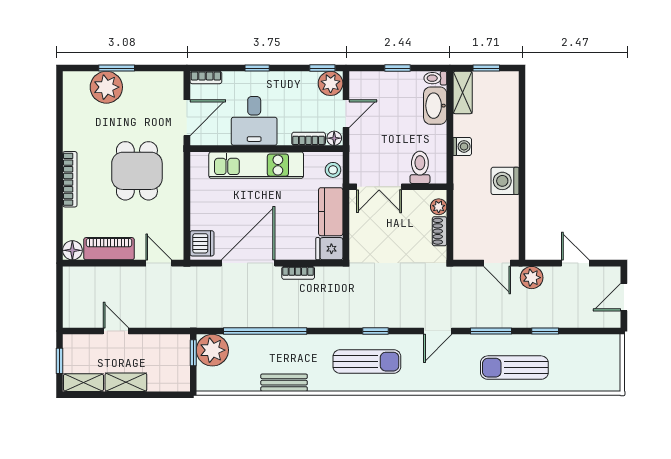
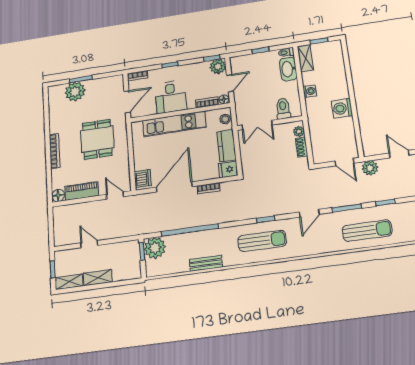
sun lounger: (514, 368) -> (367, 231), turned 180

